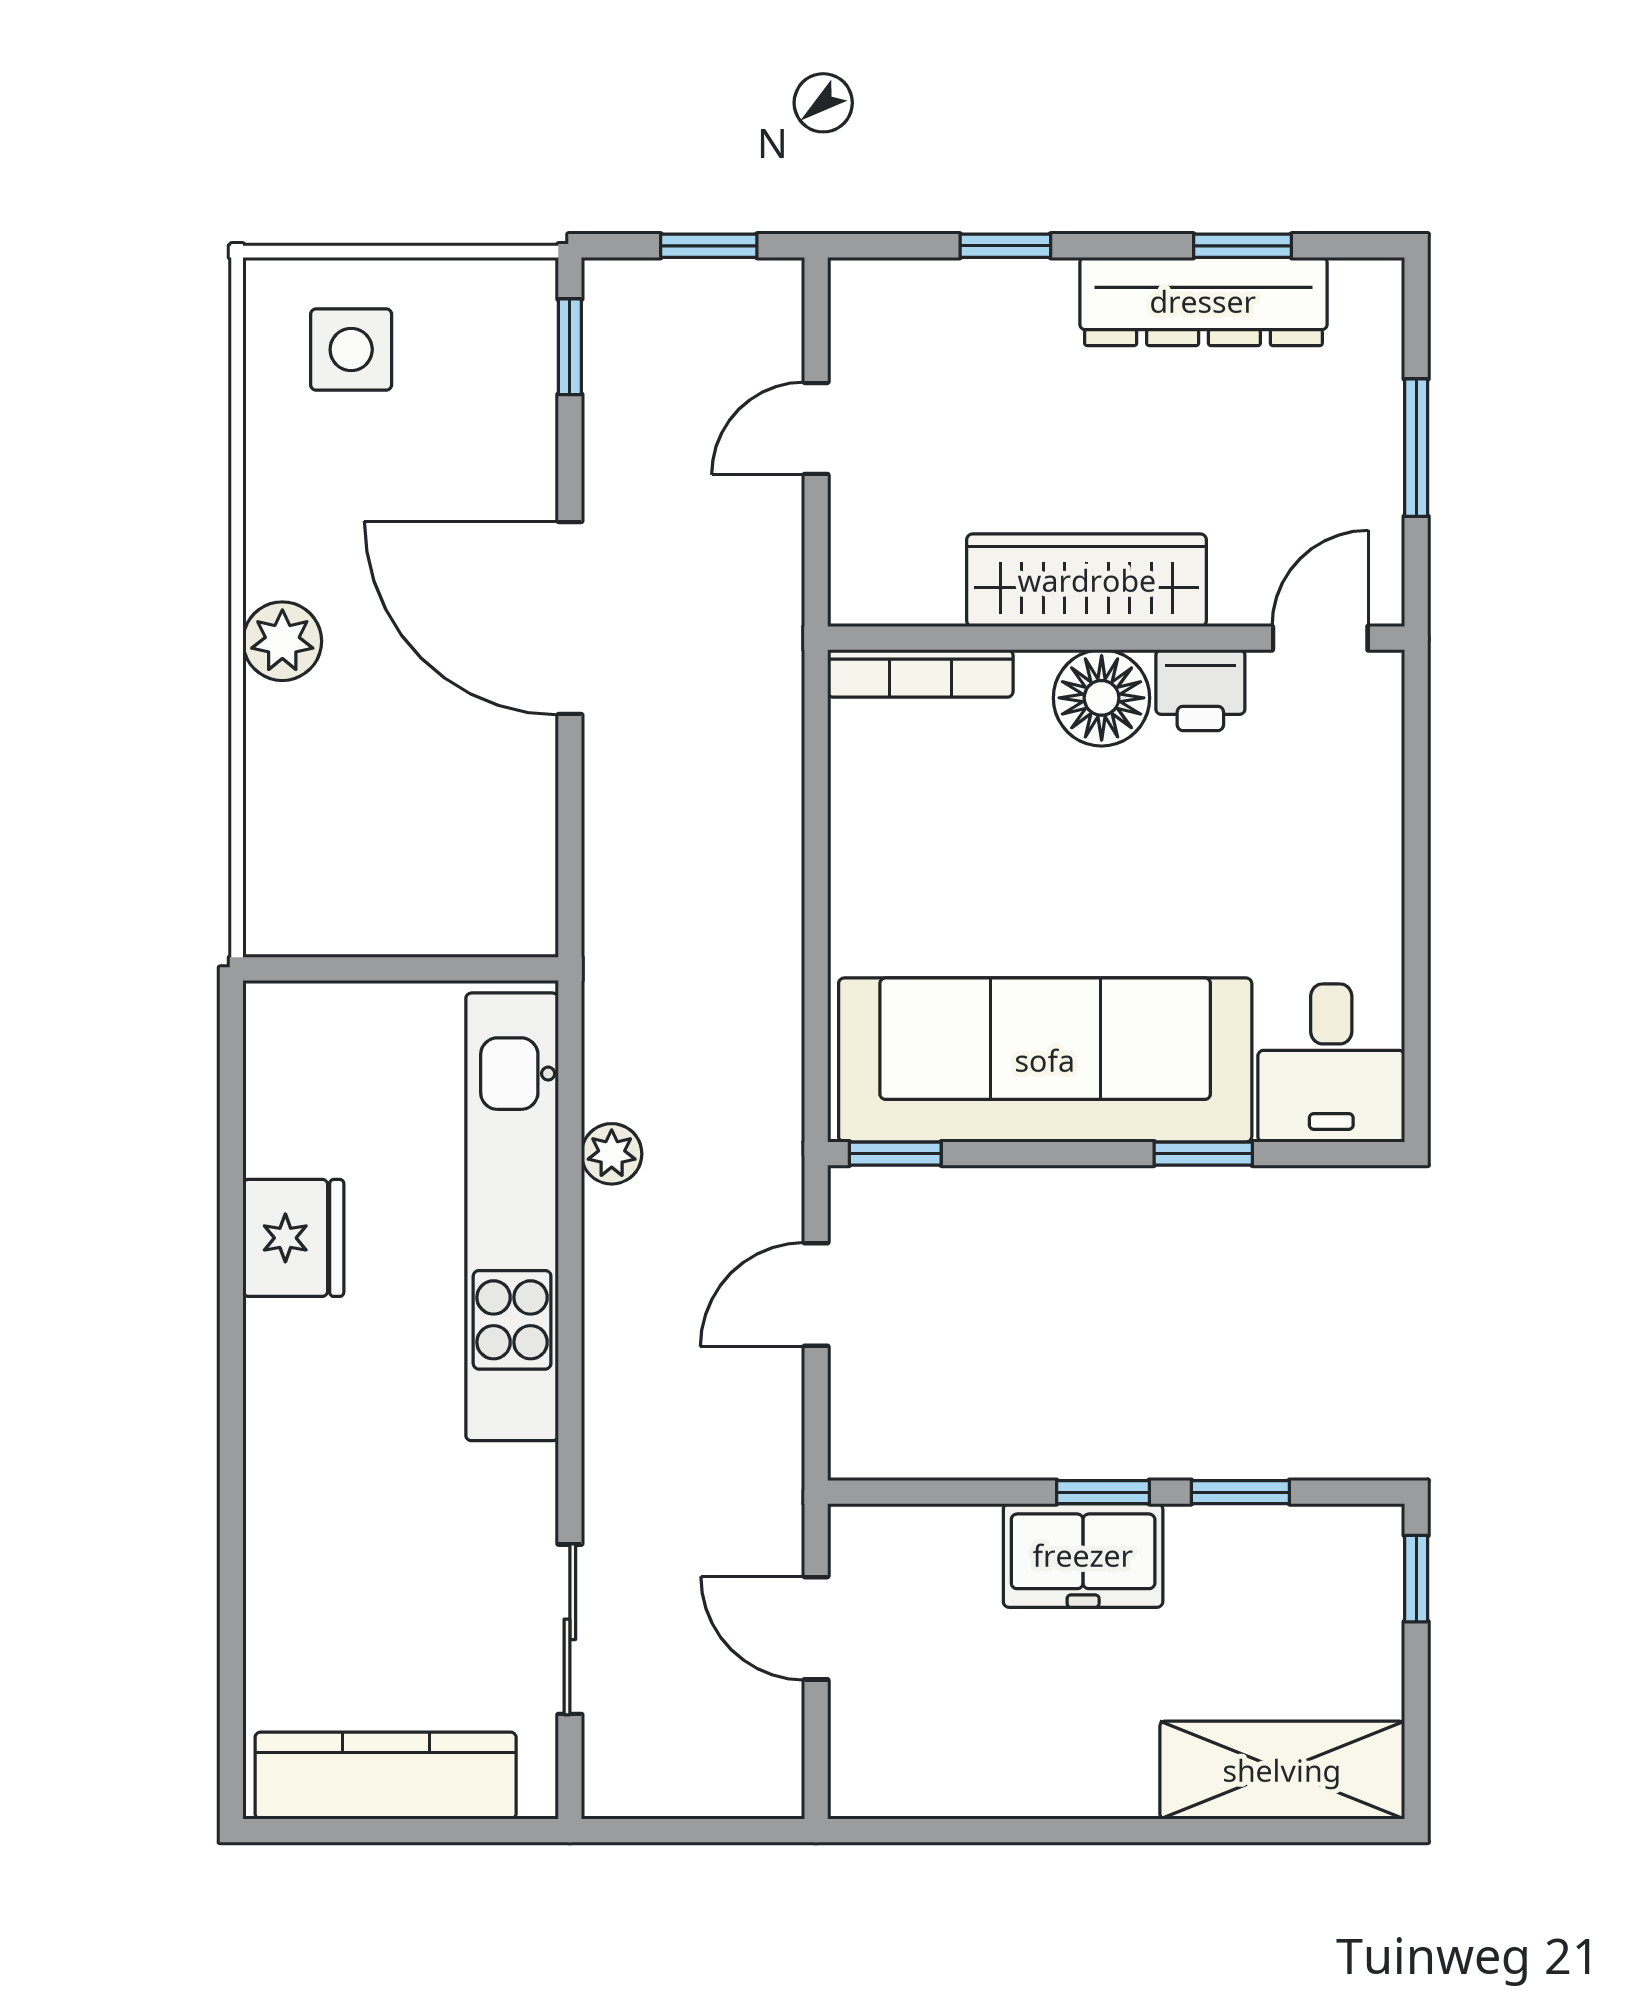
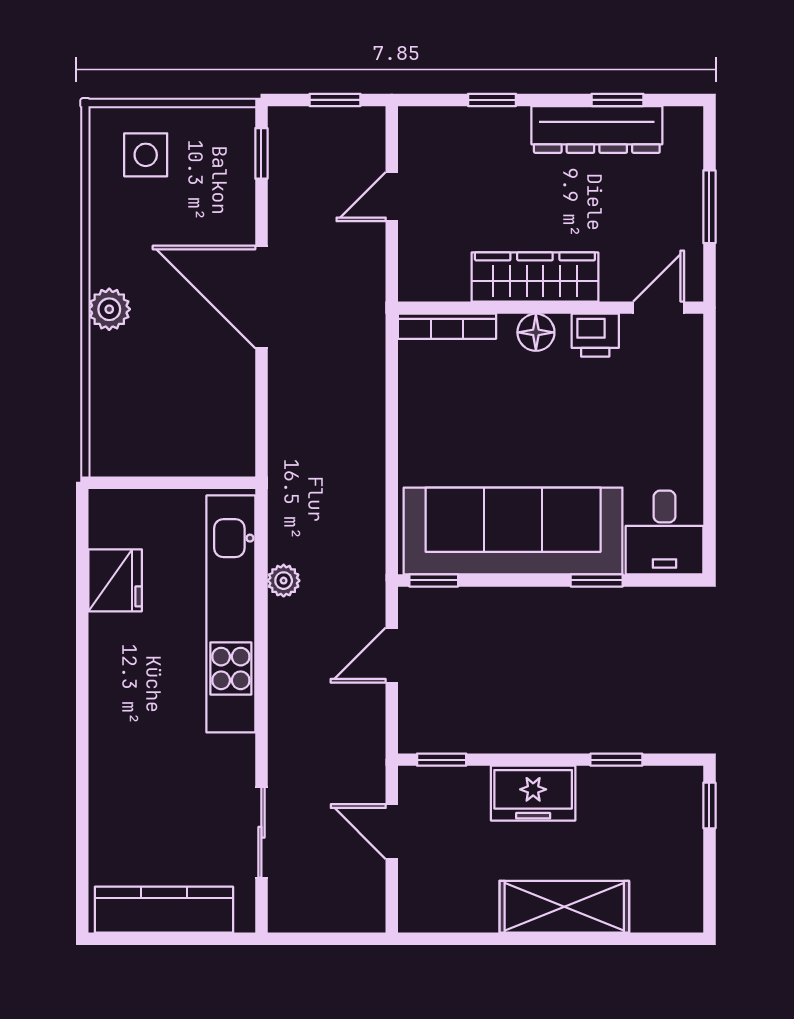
floor lamp: (1102, 698) -> (536, 332), width x0.73, depth x0.73
fridge: (293, 1238) -> (115, 580), moved
window: (1103, 1492) -> (442, 760), moved
shelving: (1282, 1770) -> (564, 907), moved

